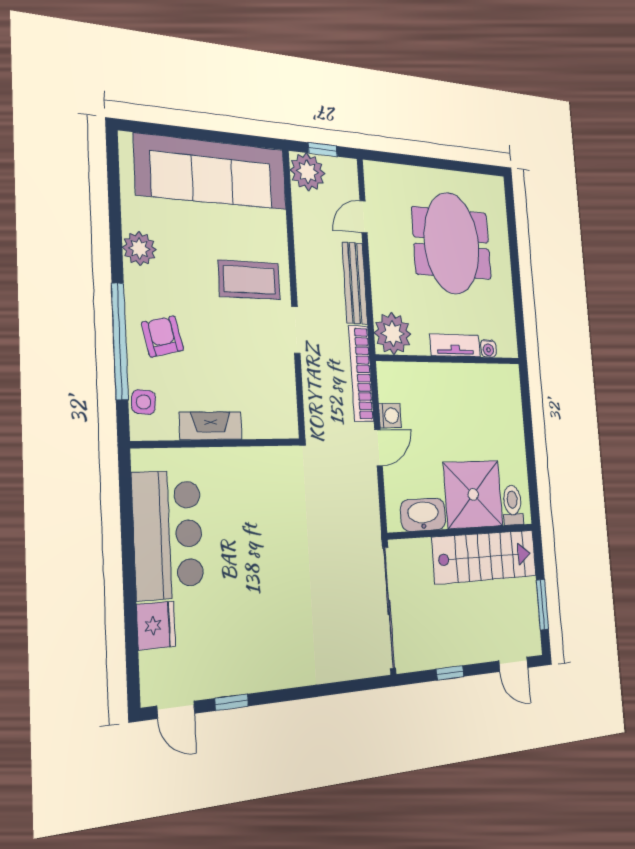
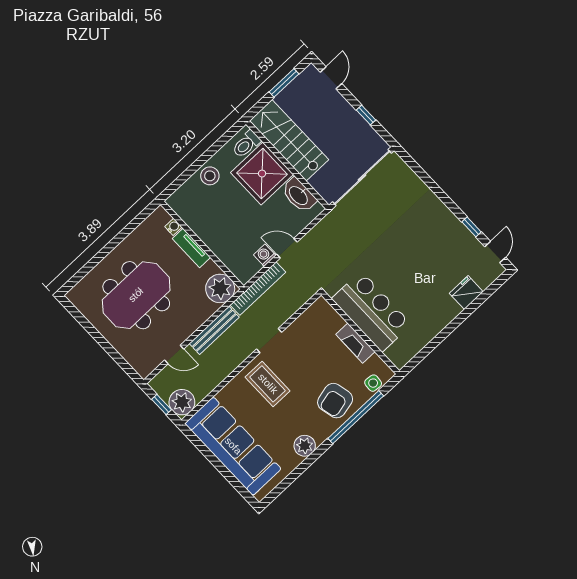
armchair: (162, 336) -> (335, 401), width x1.38, depth x1.38
stool: (509, 436) -> (210, 176), added
bar counter: (168, 535) -> (372, 311), moved, turned 90

